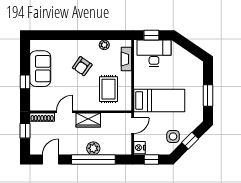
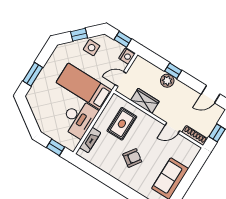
plant: (104, 45) -> (102, 164), removed
desk: (154, 53) -> (79, 118), moved, turned -90
window: (25, 82) -> (190, 175), removed
window: (208, 95) -> (33, 74), moved
wardrobe: (88, 120) -> (145, 101), moved
window: (93, 160) -> (173, 71), width x0.32

